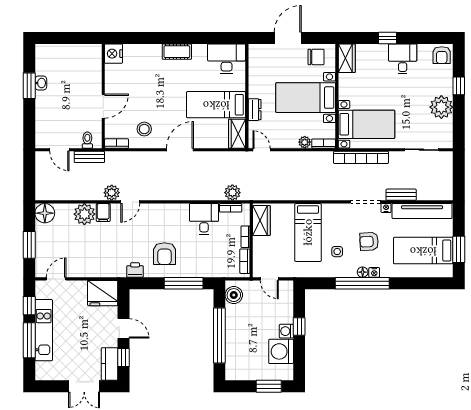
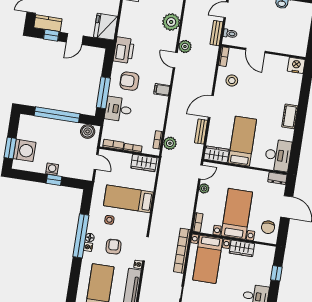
window: (388, 38) -> (276, 273), moved
wardrobe: (347, 58) -> (242, 248), moved
dresser: (255, 110) -> (277, 178), moved
plant: (305, 142) -> (204, 188), moved
door: (180, 150) -> (211, 107), swing flipped
bench: (401, 195) -> (201, 132), moved
filing cabinet: (103, 212) -> (162, 90), moved
desk: (204, 219) -> (118, 109), moved, turned 180
printer: (135, 270) -> (124, 50), width x1.87, depth x1.48
door: (269, 279) -> (96, 162), swing flipped
washing machine: (281, 351) -> (25, 150), moved, turned 90

